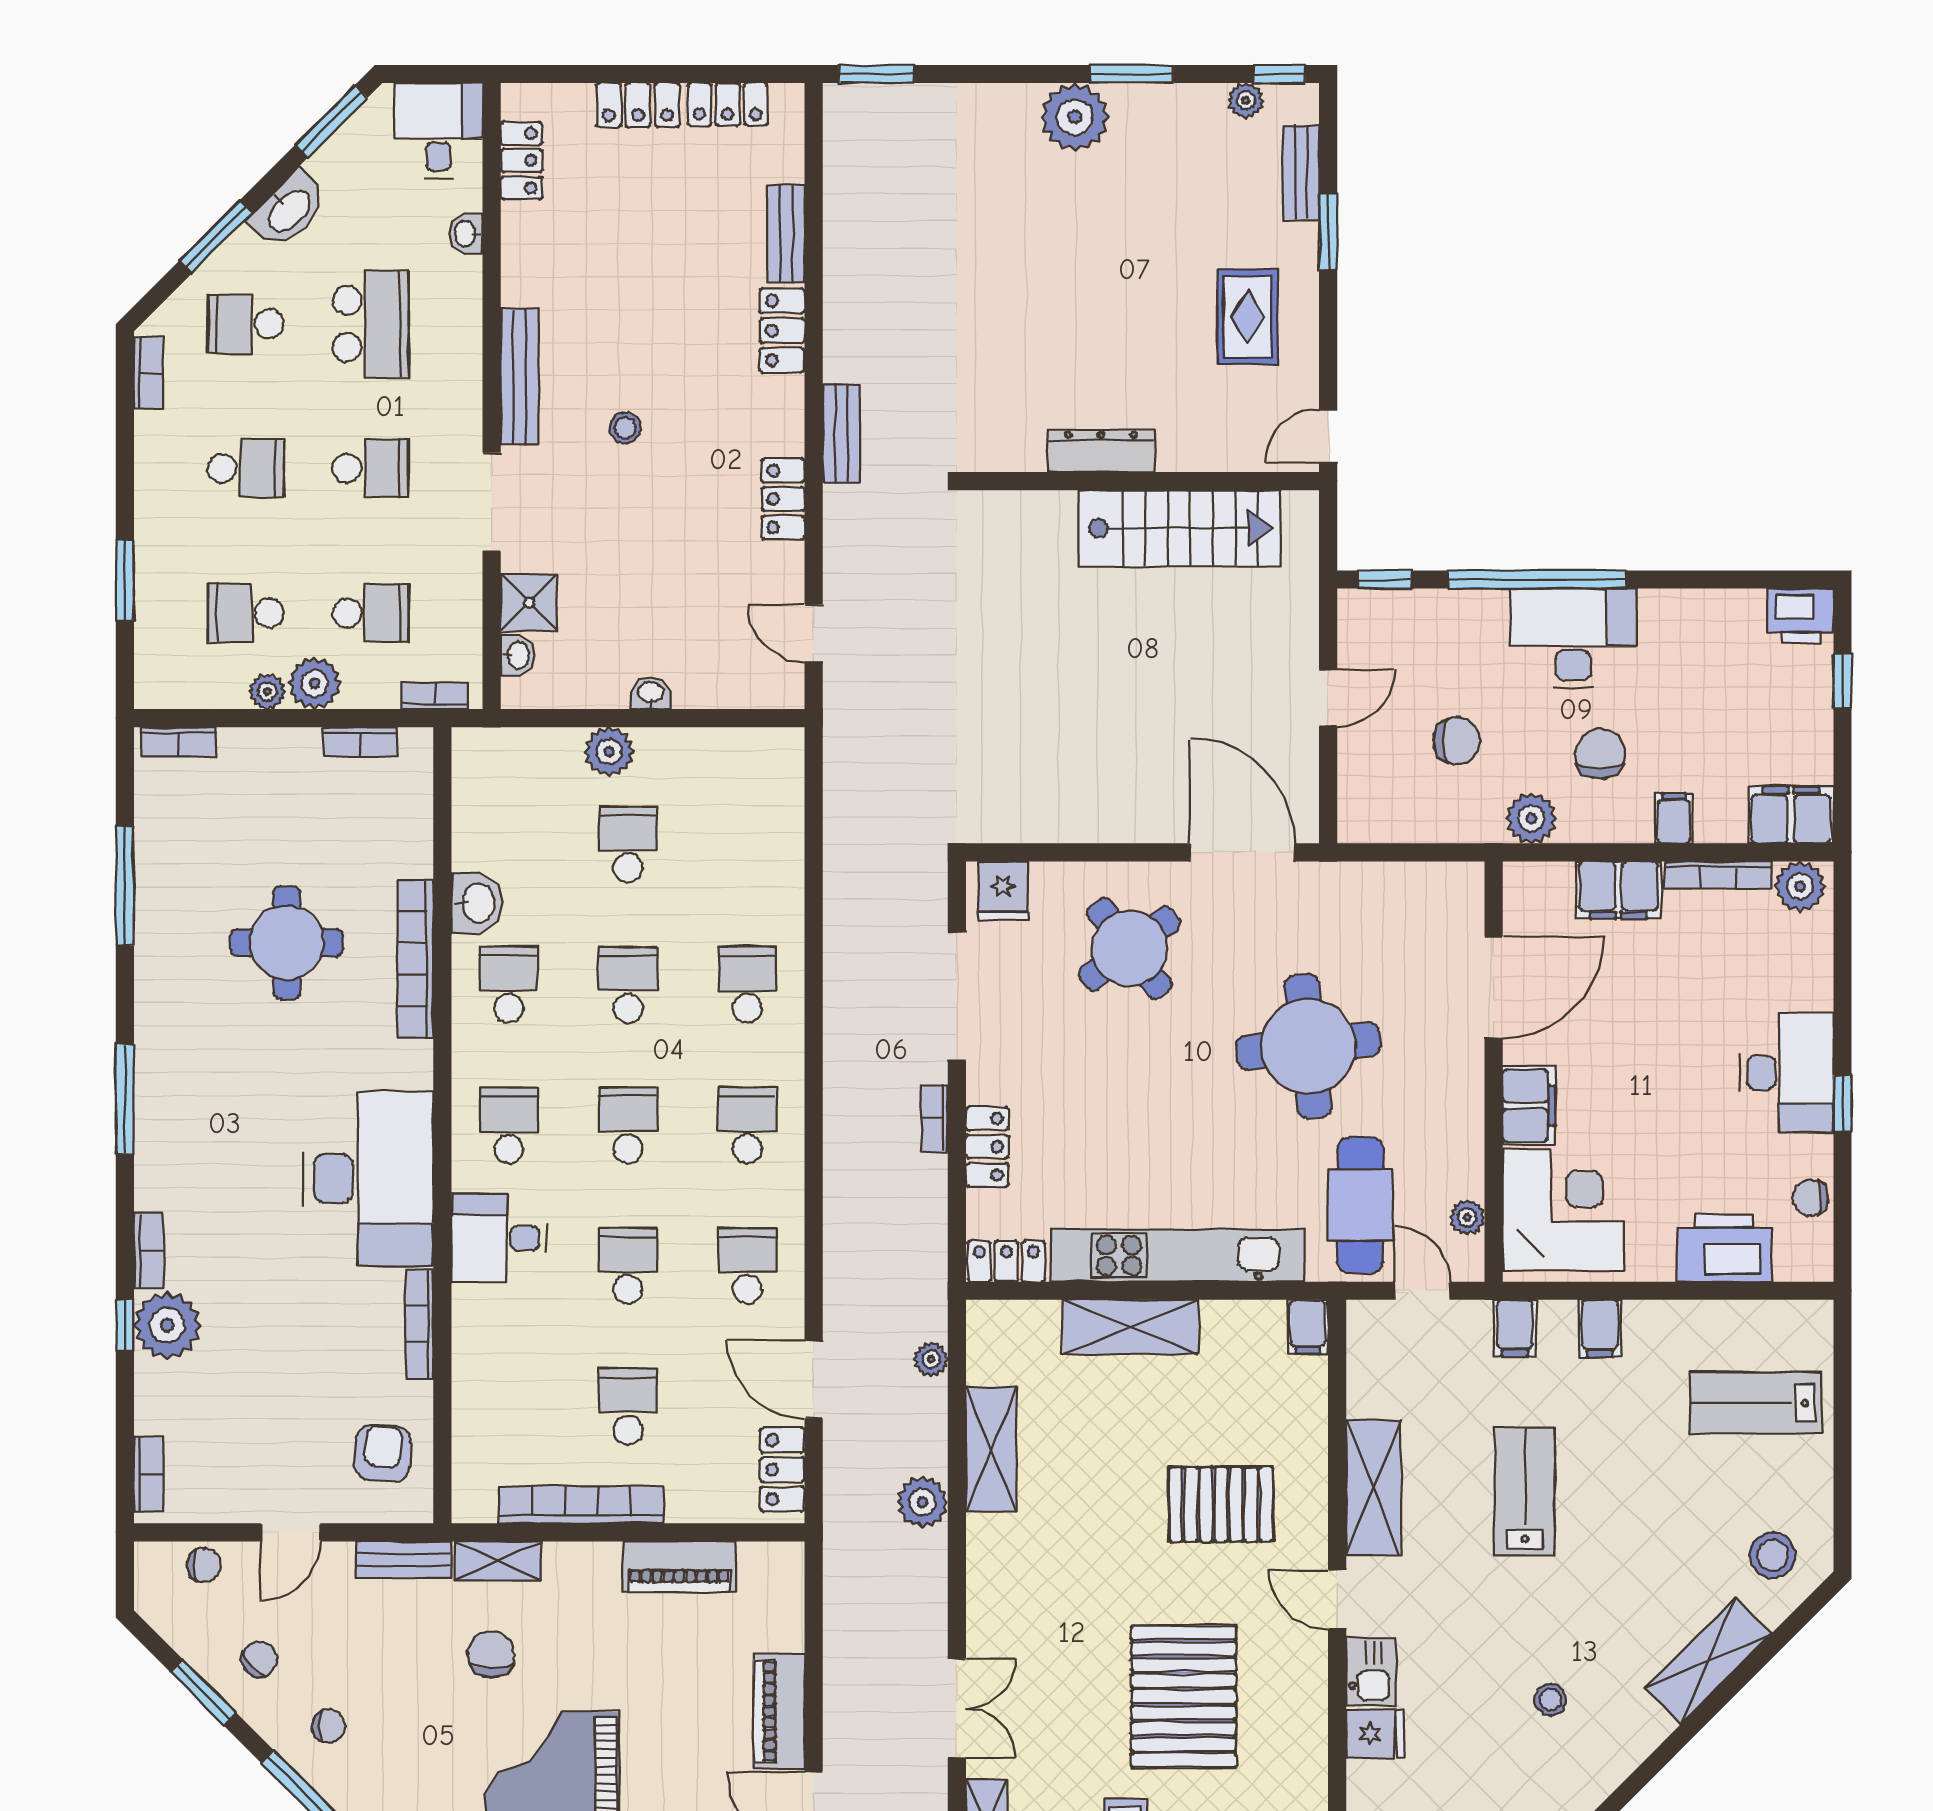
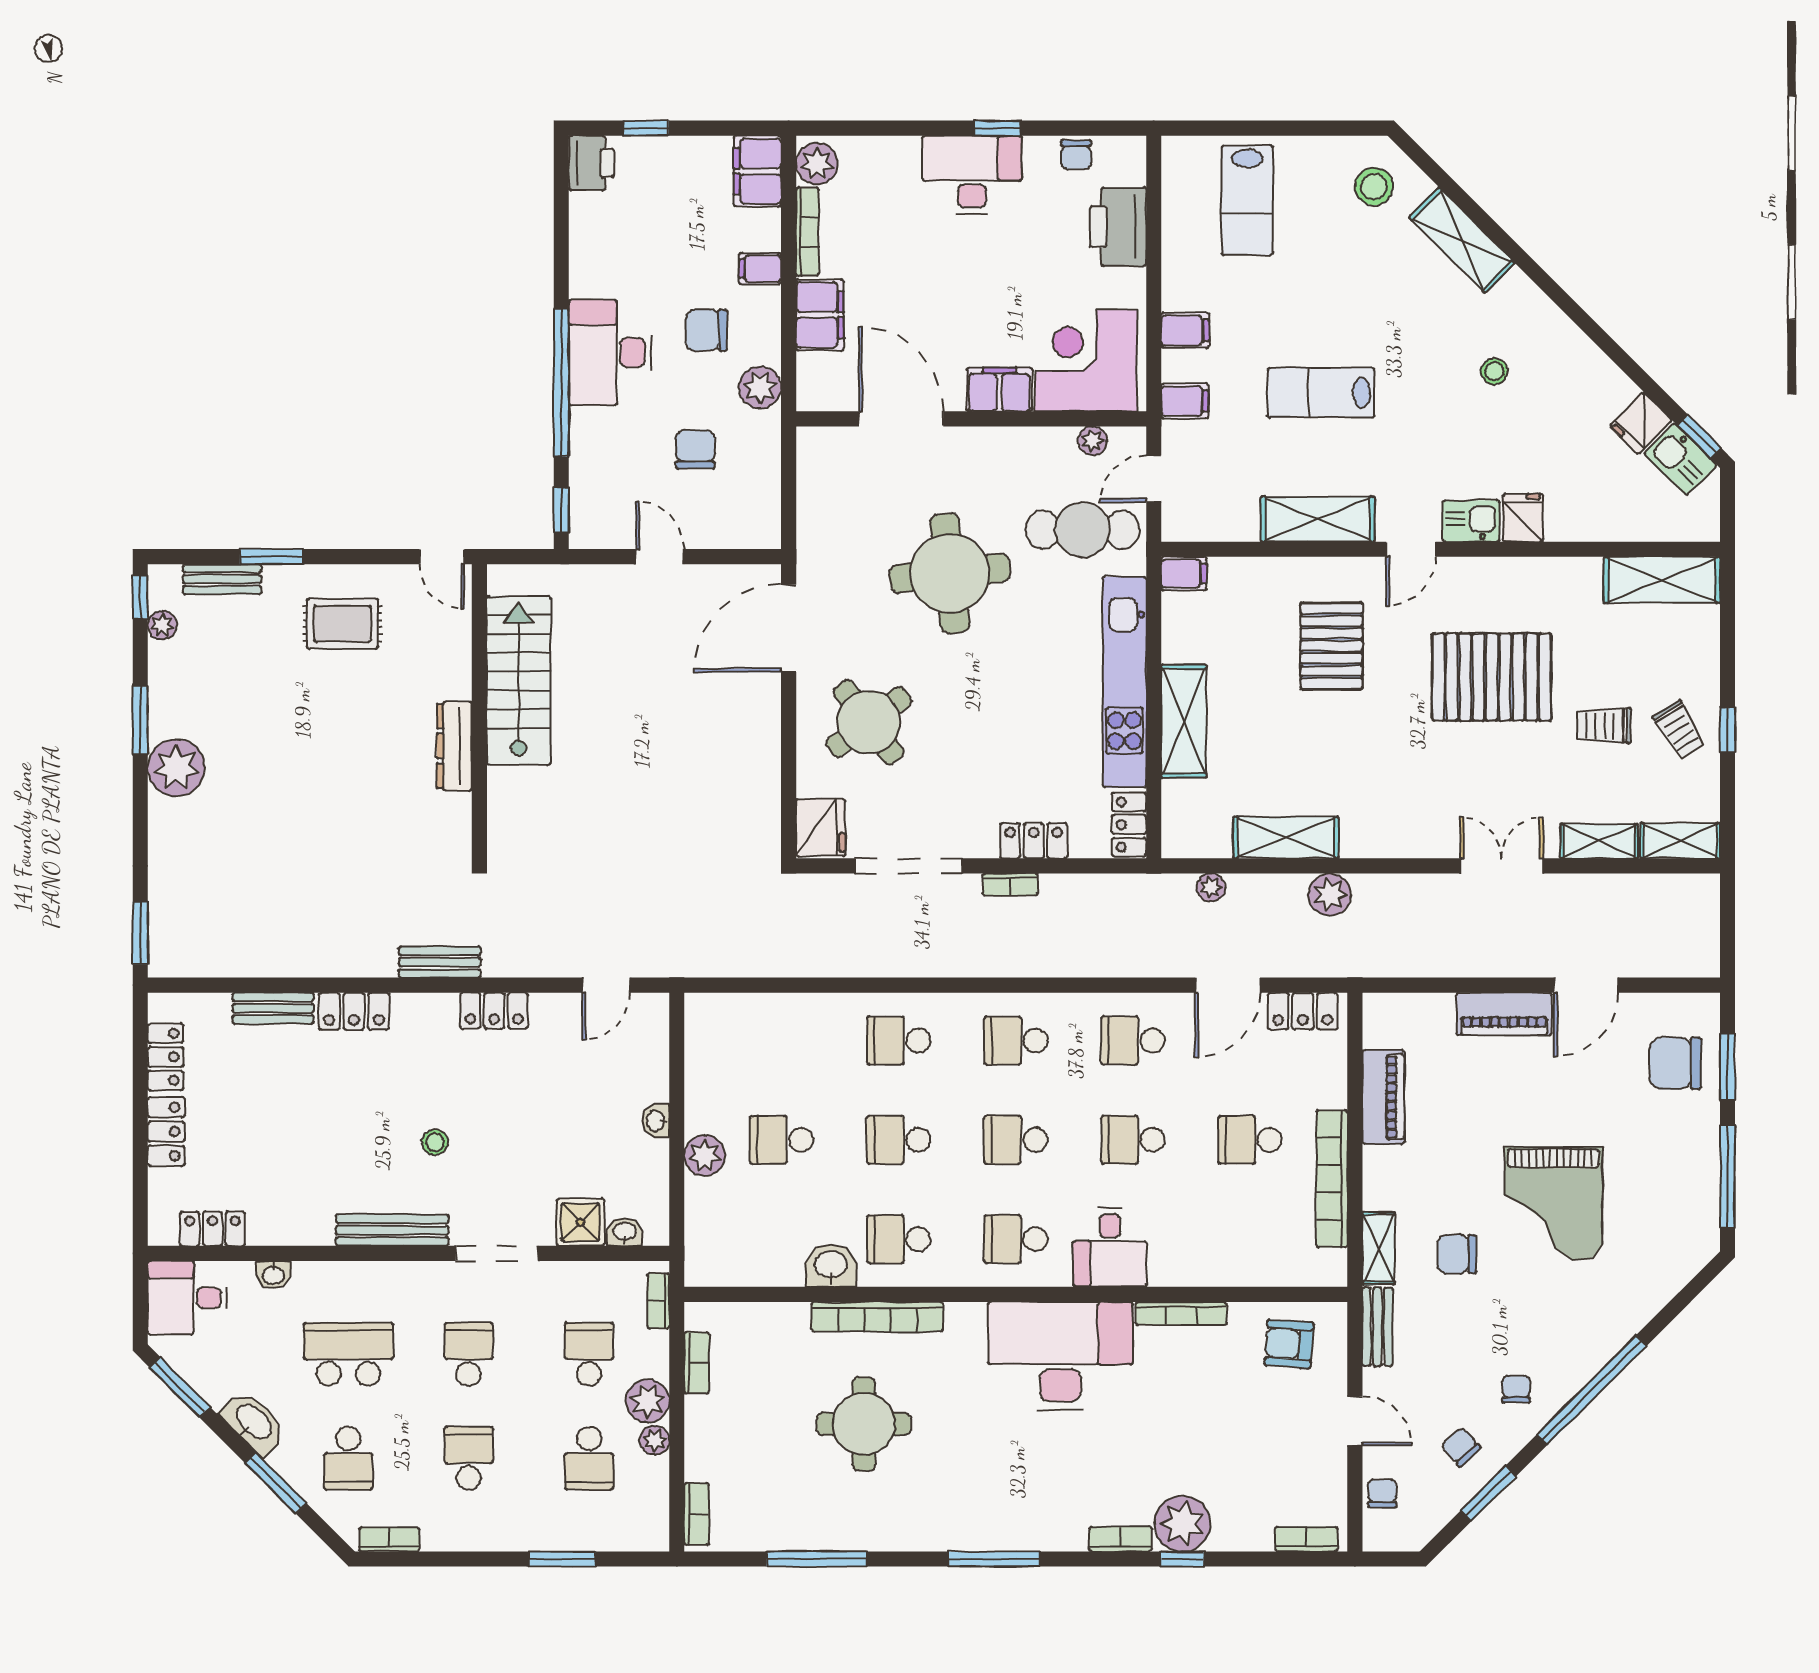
fridge: (1003, 891) -> (821, 828), width x1.38

